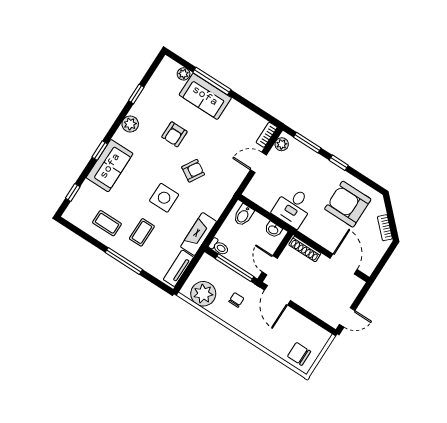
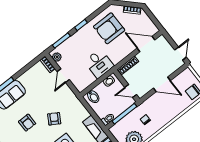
door: (277, 295) -> (162, 84), moved

